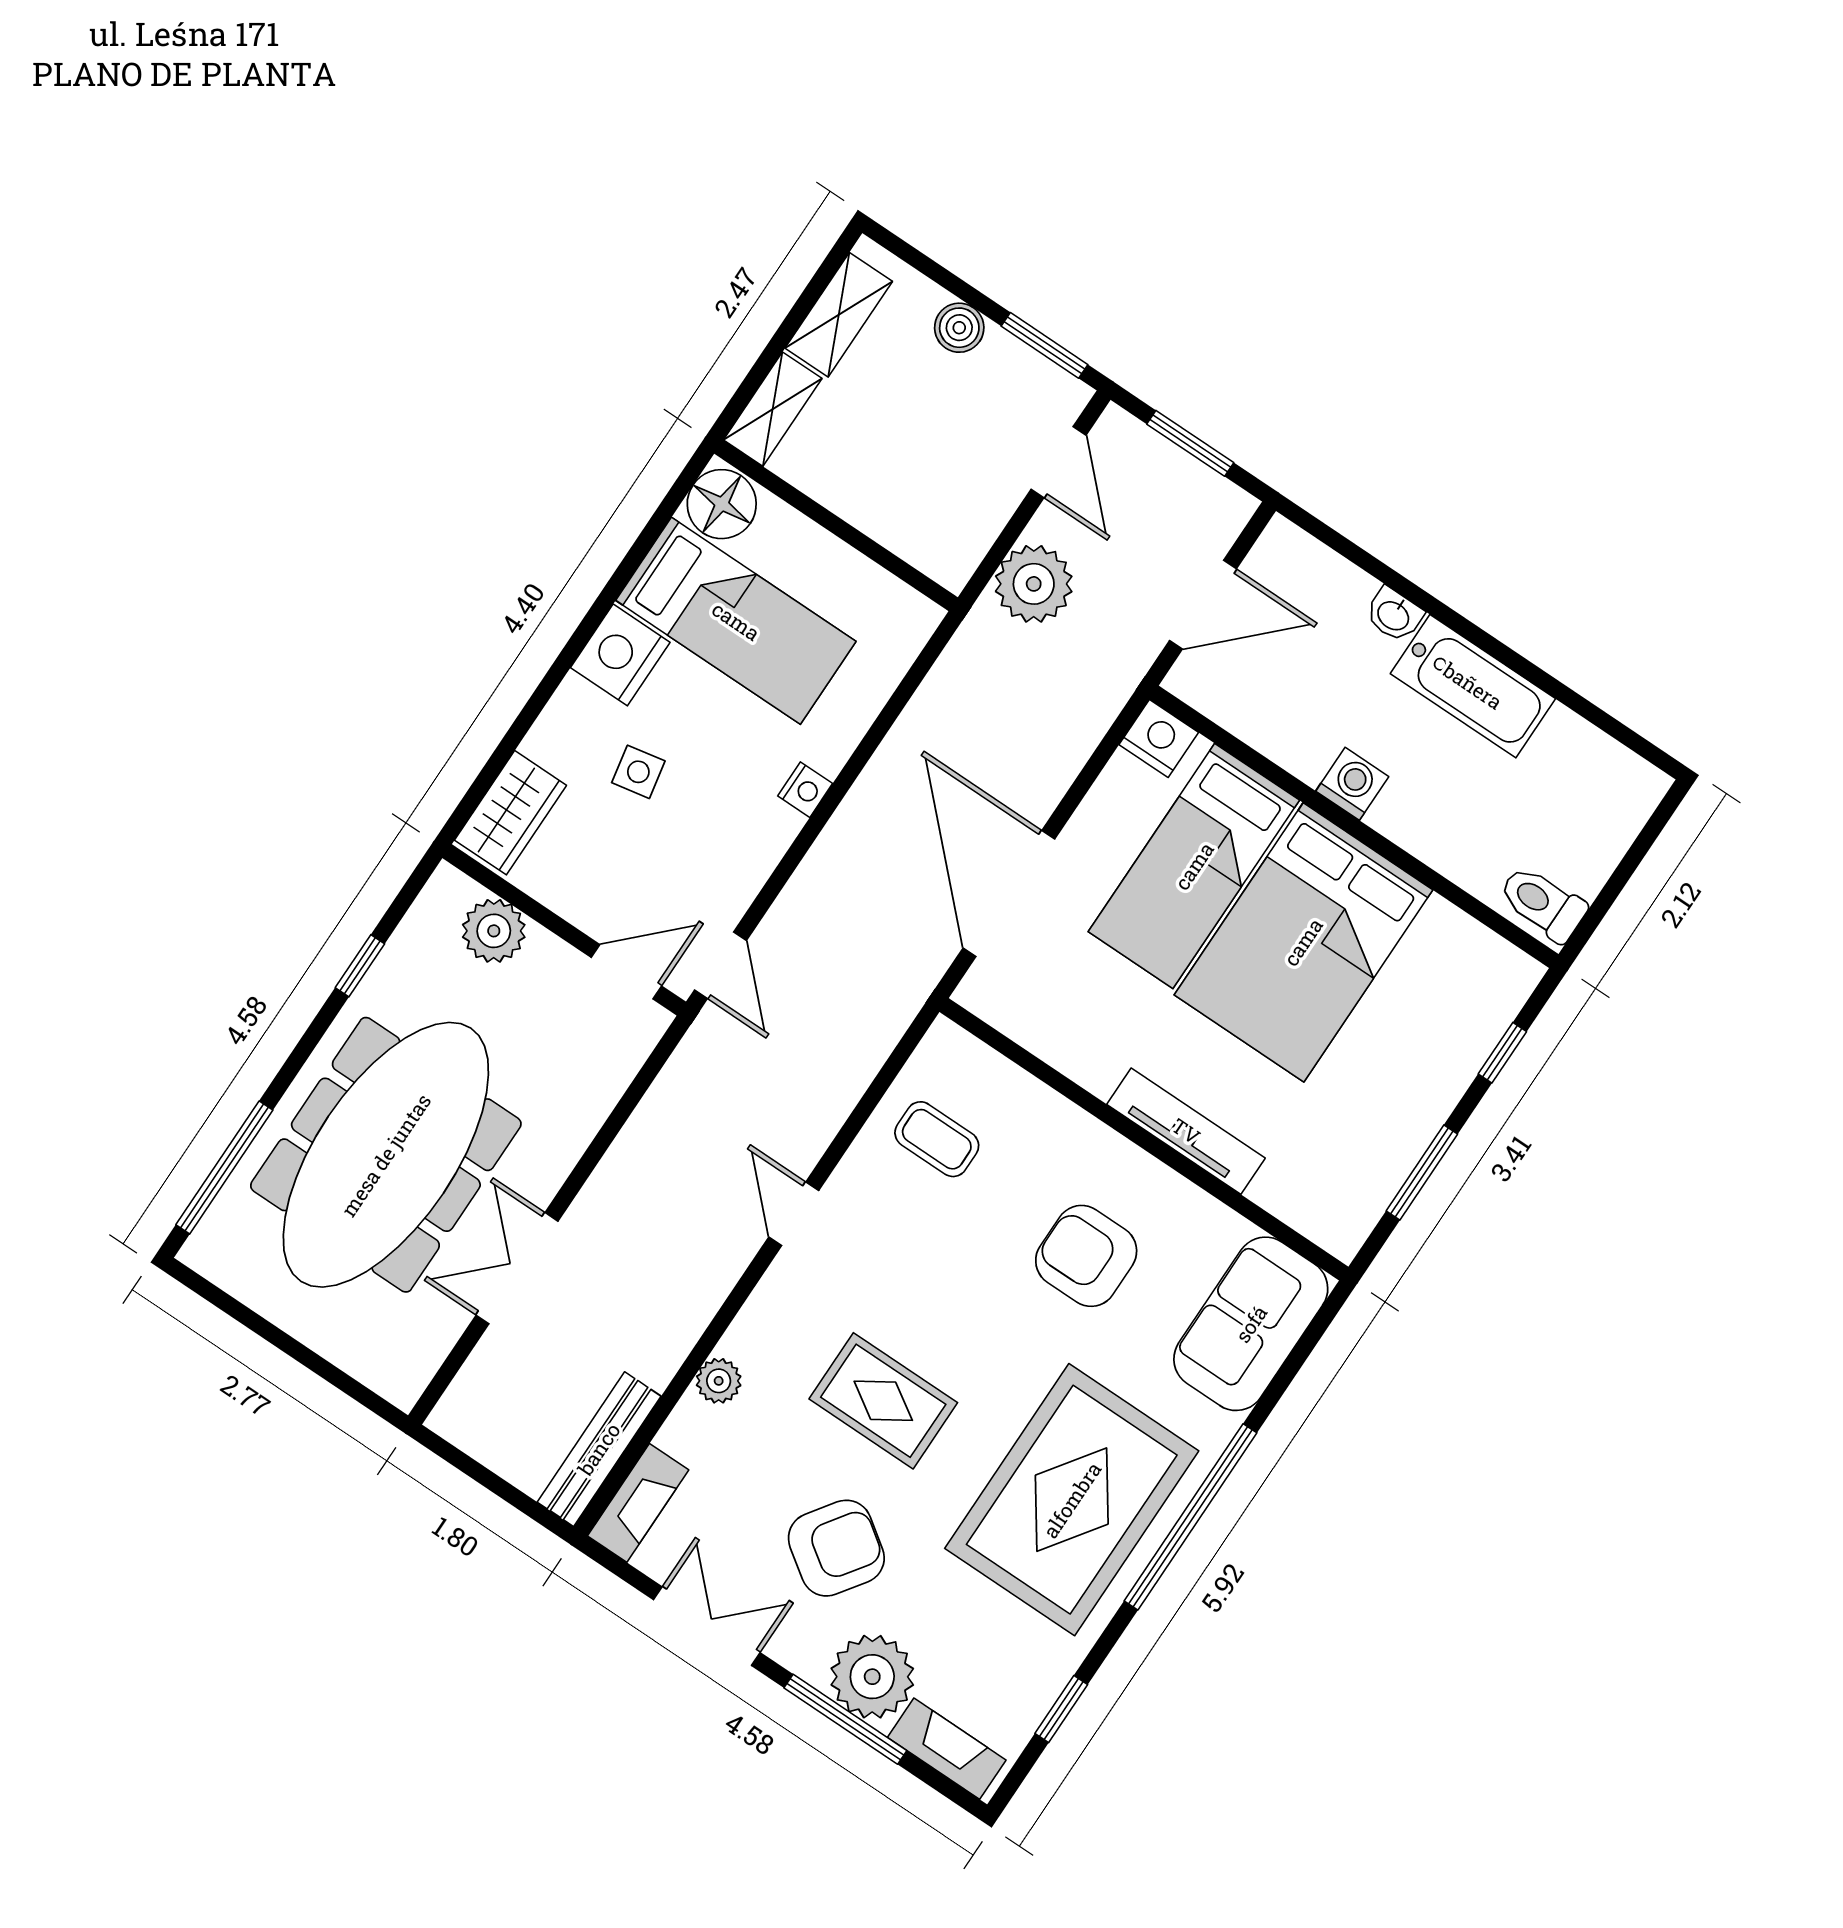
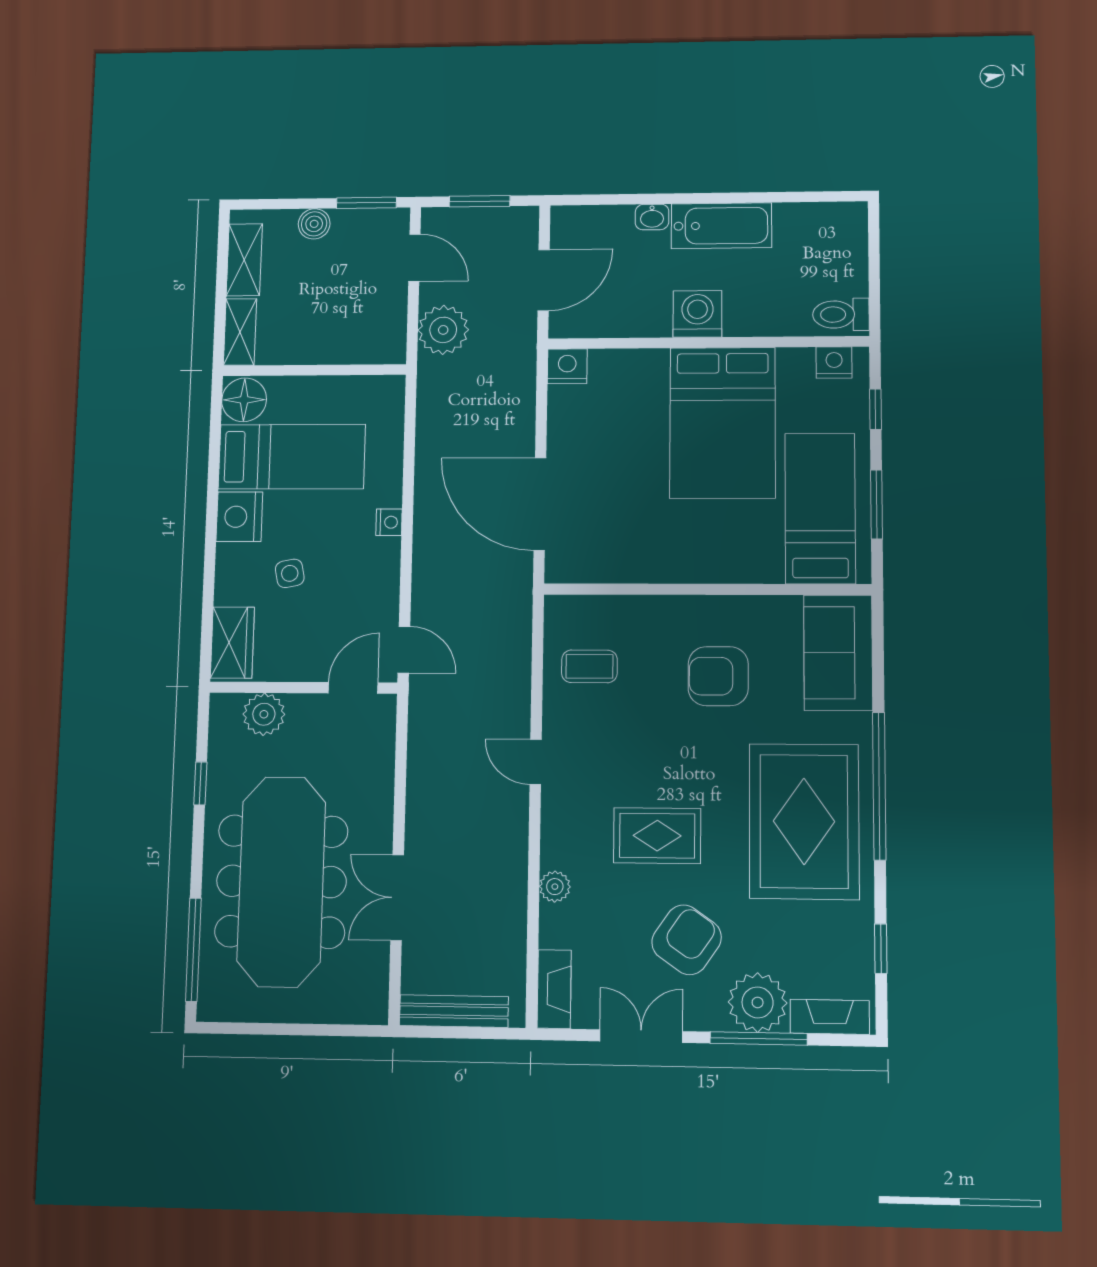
washing machine: (1352, 784) -> (697, 314), width x1.38, depth x1.38
bed: (1194, 866) -> (820, 508), moved, turned 180
nightstand: (1492, 959) -> (834, 363), added
tv unit: (1186, 1131) -> (727, 569), removed
bench: (599, 1449) -> (454, 1011), moved, turned 90

